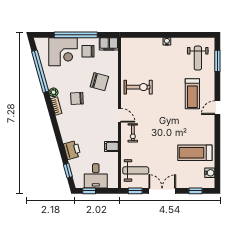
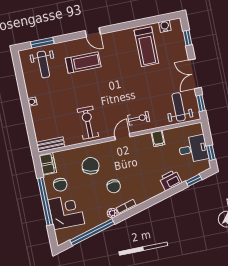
bench: (126, 50) -> (51, 144), added
weight bench: (198, 58) -> (43, 64), turned 90

